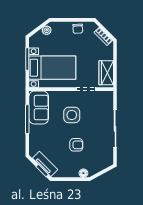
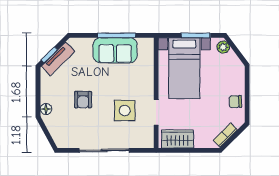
plant: (47, 30) -> (223, 47), moved
sofa: (39, 108) -> (115, 50), moved
side table: (72, 115) -> (125, 110), moved

